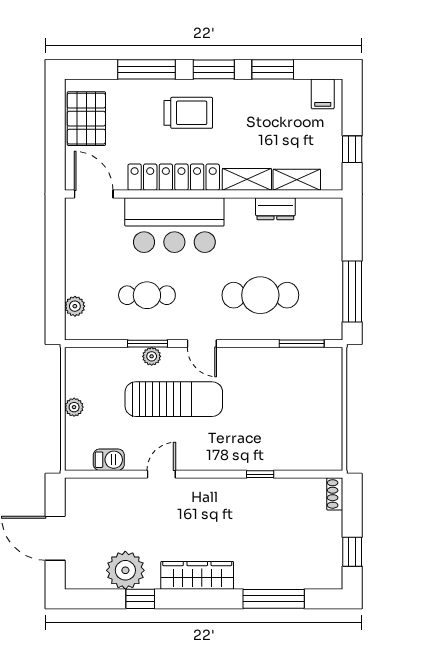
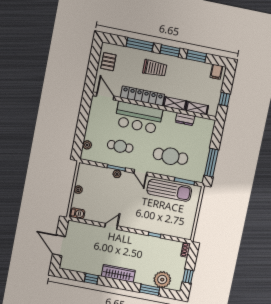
pallet: (86, 119) -> (108, 62), width x0.67, depth x0.71
sun lounger: (174, 399) -> (169, 190), moved
barbecue: (109, 460) -> (77, 213), moved
plant: (125, 570) -> (162, 280), moved
window: (274, 599) -> (150, 290), width x0.69

